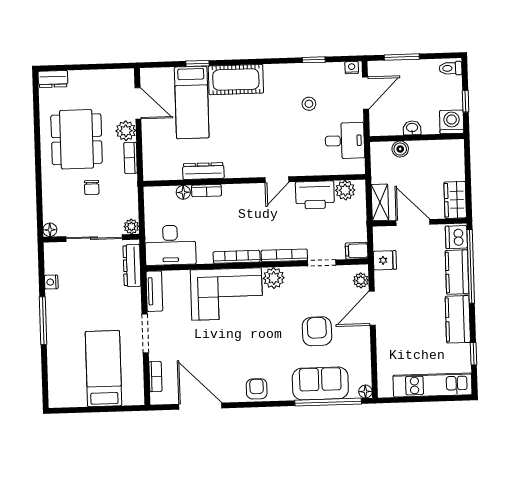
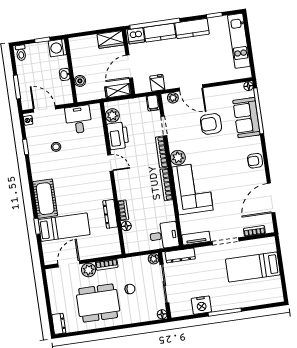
desk: (170, 245) -> (164, 235), width x0.73
nightstand: (51, 282) -> (201, 305), width x1.89, depth x1.79

